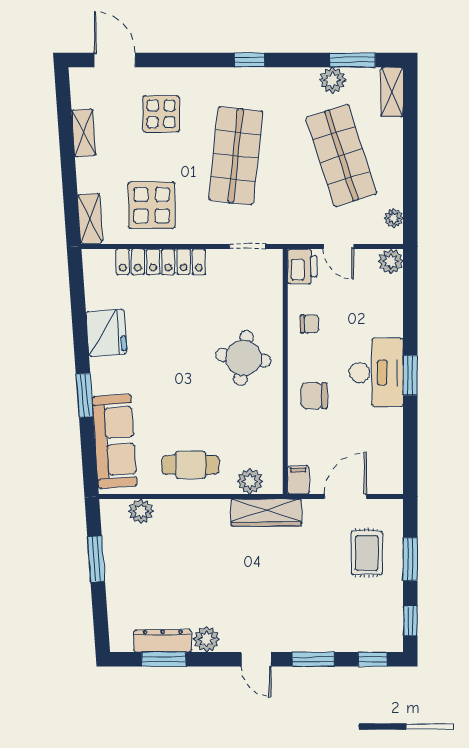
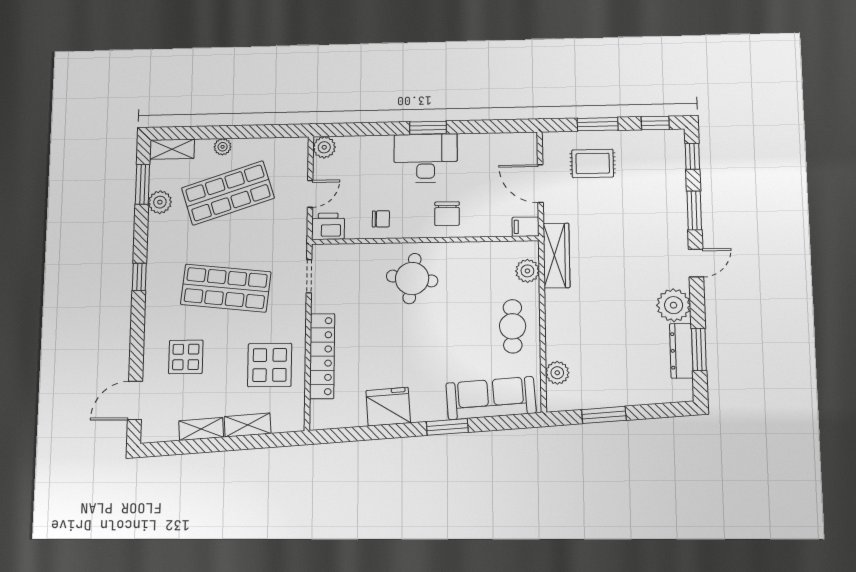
plant: (394, 218) -> (223, 147), moved
shelving: (90, 219) -> (248, 425), moved
chair: (309, 324) -> (381, 219), turned 90
plant: (207, 639) -> (674, 305), width x1.36, depth x1.36

